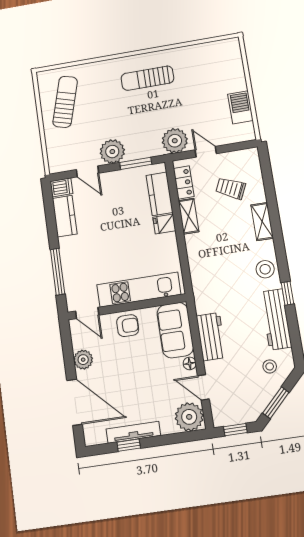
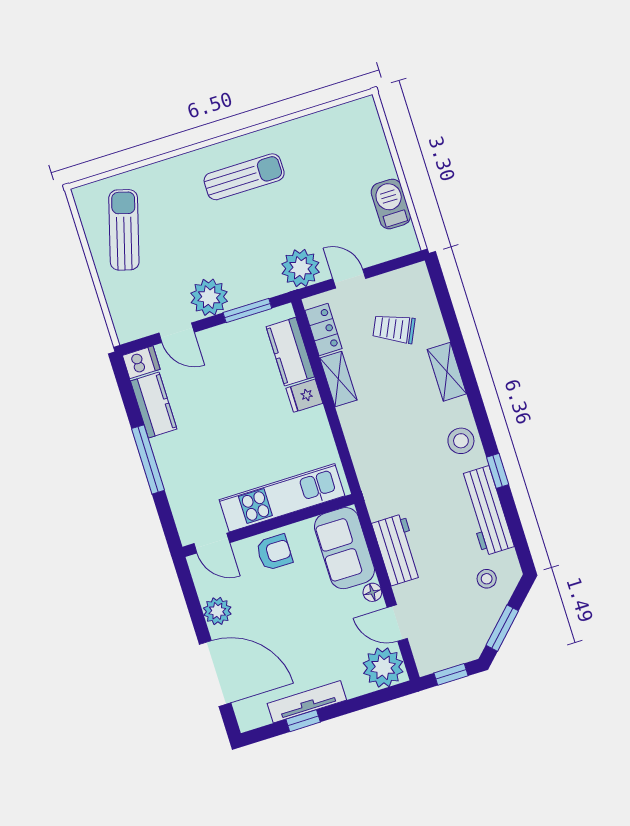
sun lounger: (147, 78) -> (244, 177), turned 180
window: (58, 272) -> (148, 459), moved

